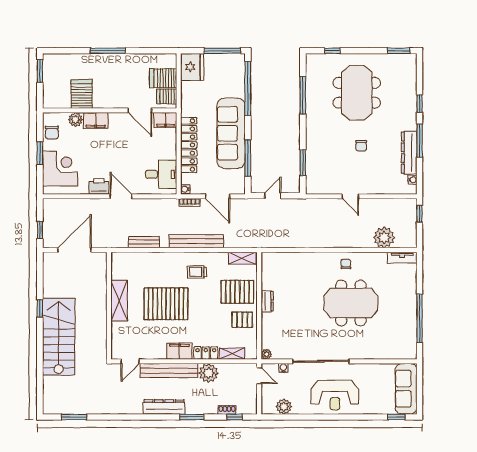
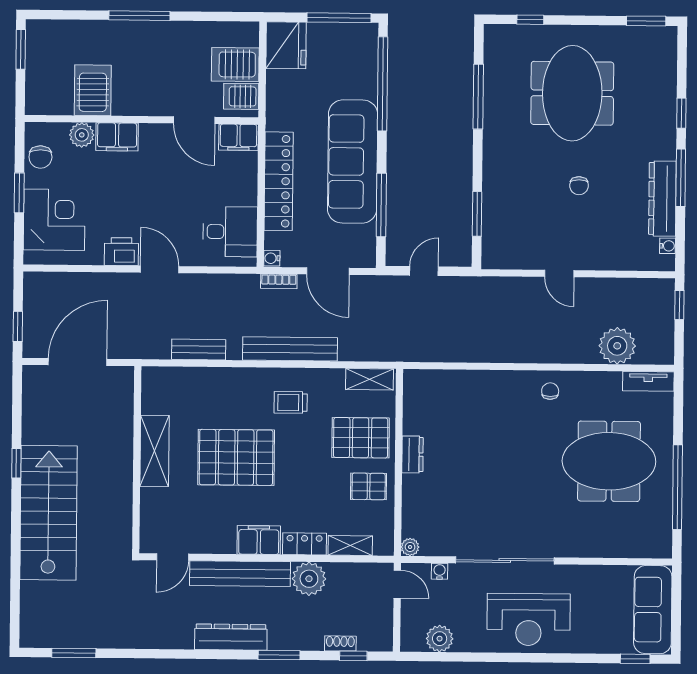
meeting table: (351, 303) -> (609, 461), moved

